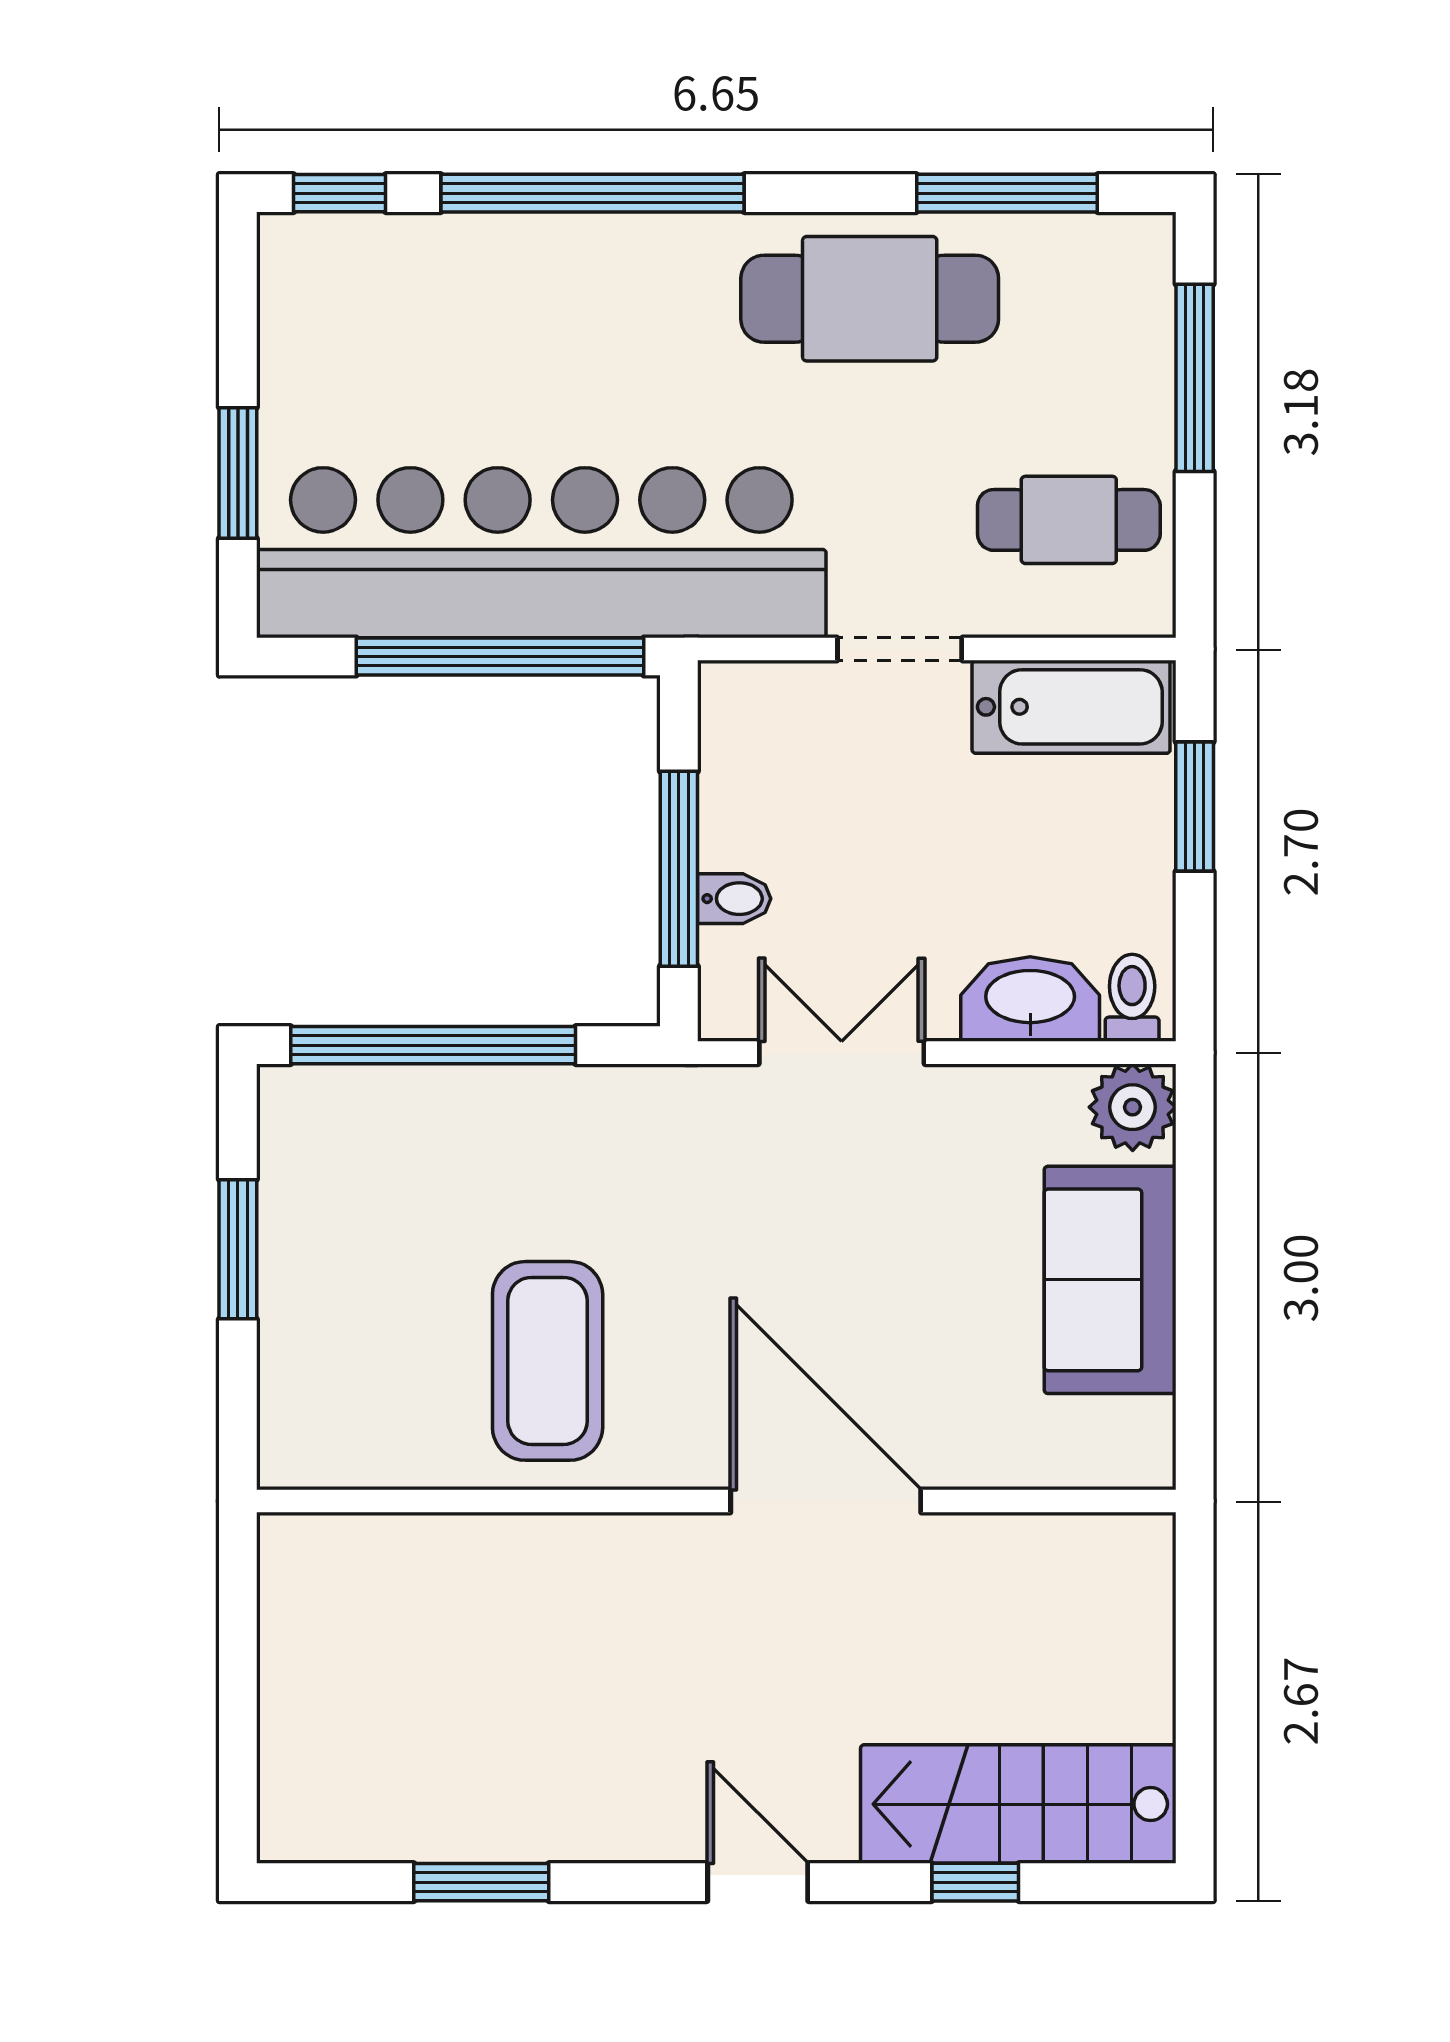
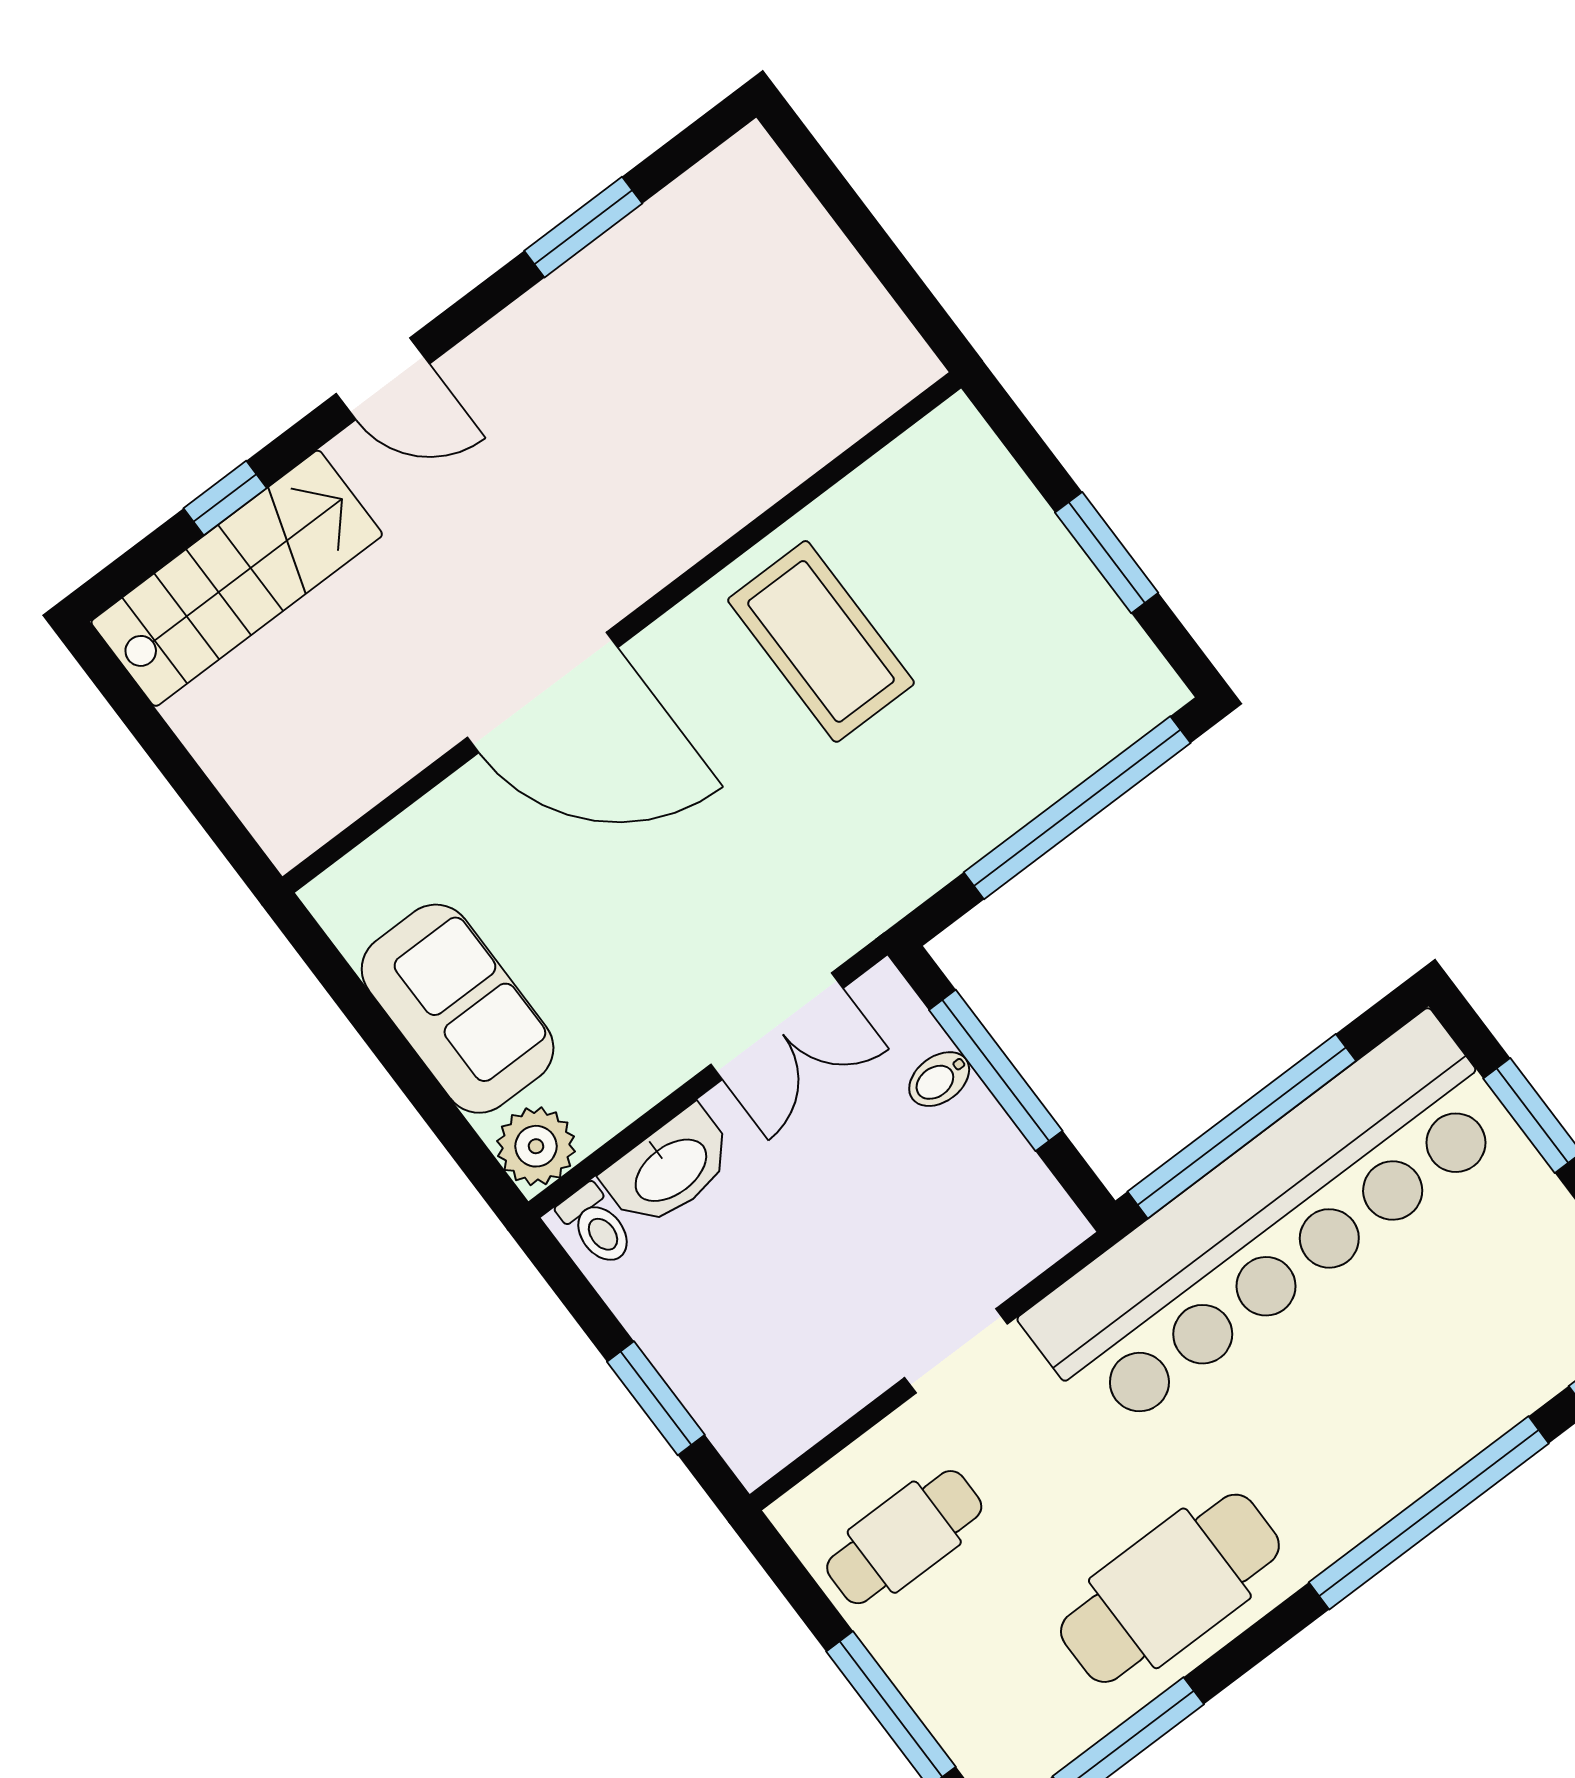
bathtub: (1071, 707) -> (800, 1403), removed

